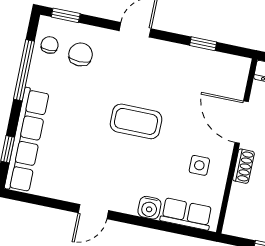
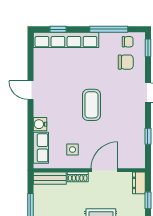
bench: (236, 210) -> (50, 178), added

